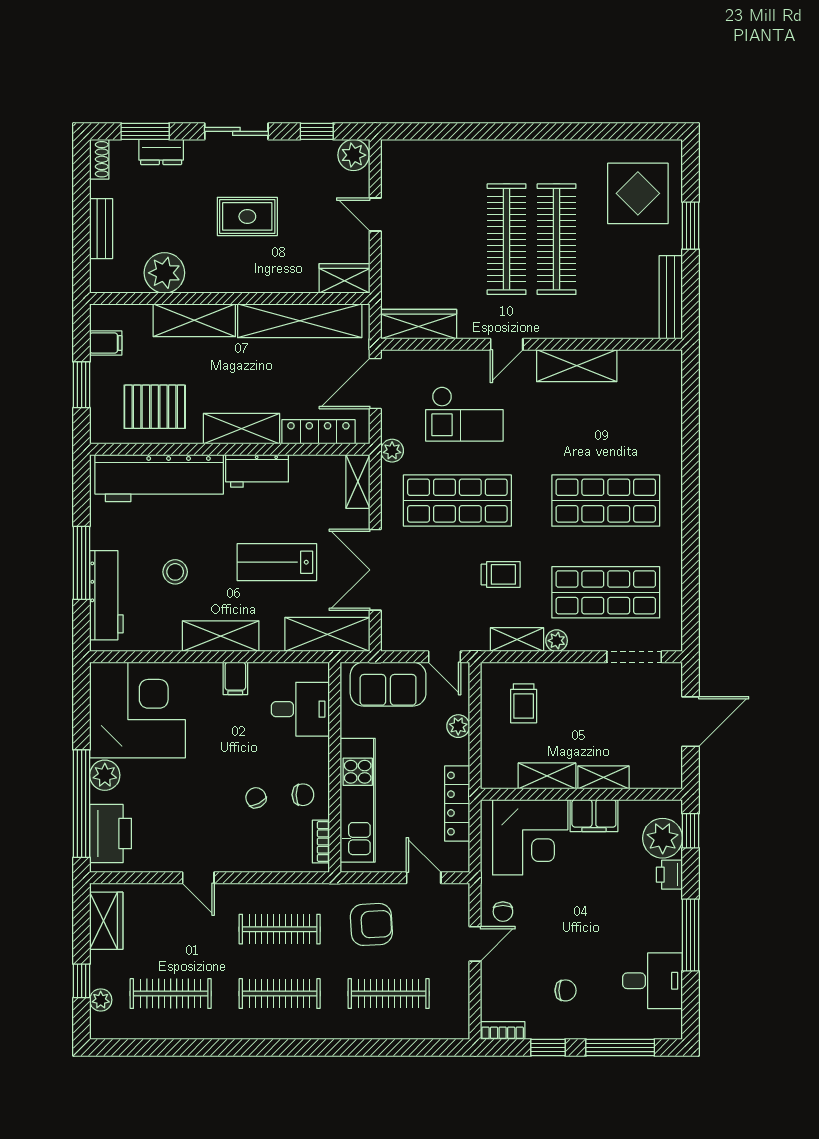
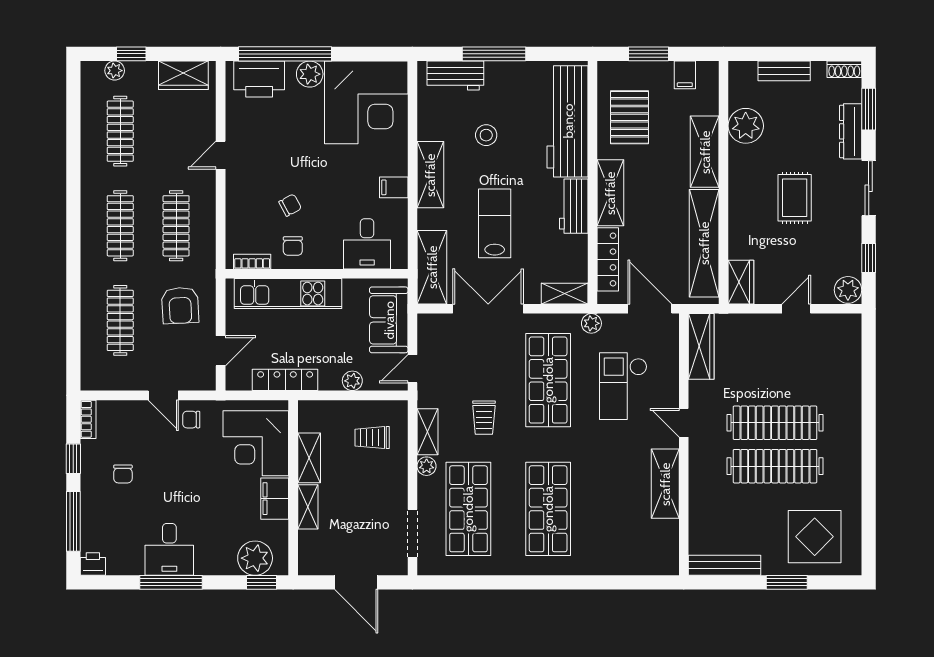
dresser: (161, 152) -> (851, 131), width x1.44
workbench: (106, 595) -> (455, 75), width x0.73
printer: (669, 875) -> (93, 564), moved
desk: (653, 981) -> (169, 549), moved

